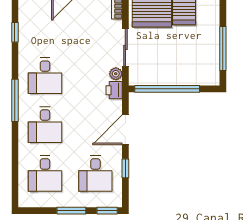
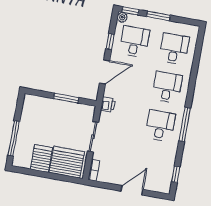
window: (15, 32) -> (176, 174), moved
window: (223, 48) -> (14, 138), moved
plant: (116, 74) -> (122, 17), moved
window: (167, 89) -> (66, 98), width x0.47
window: (15, 100) -> (185, 124), moved

